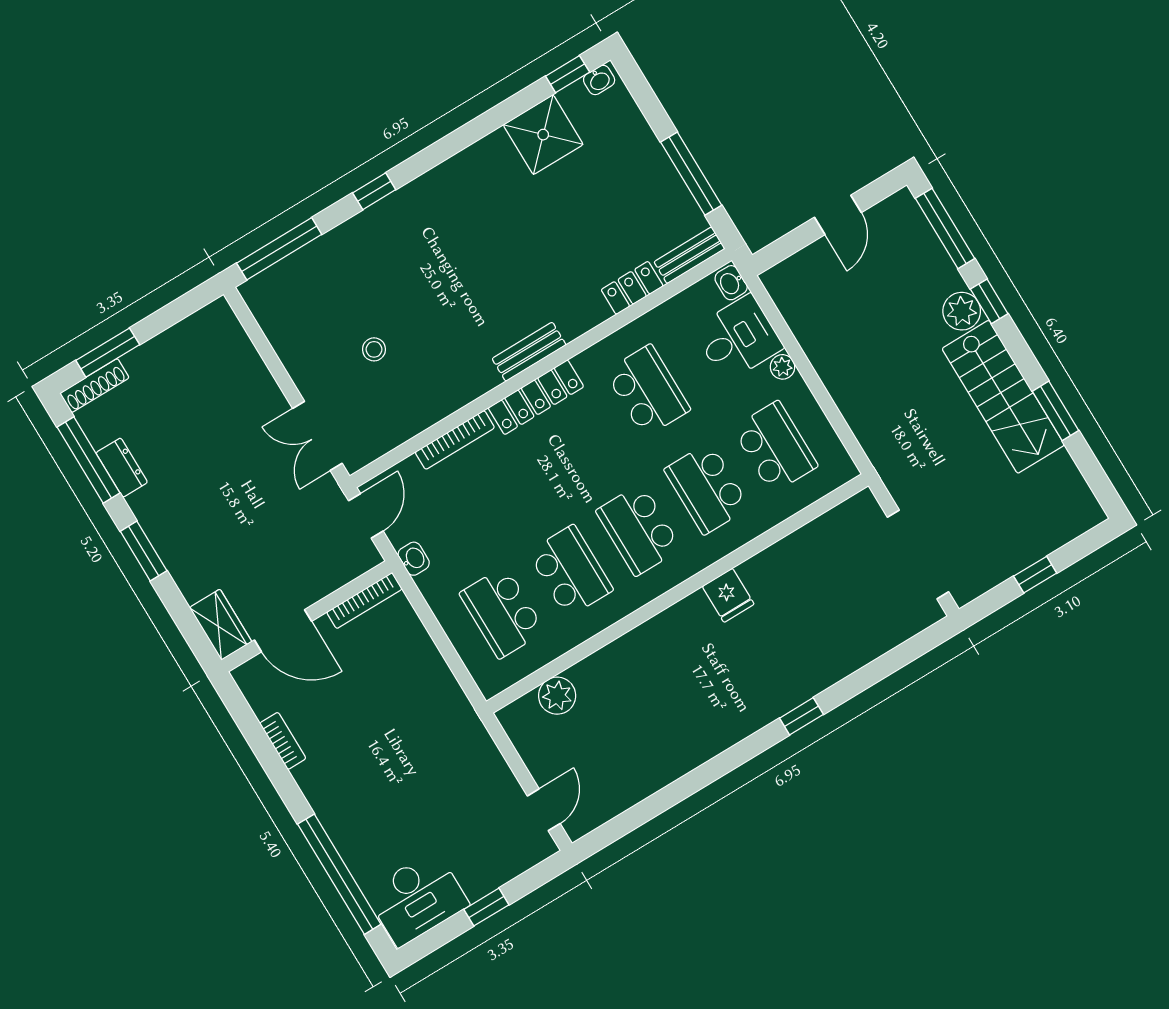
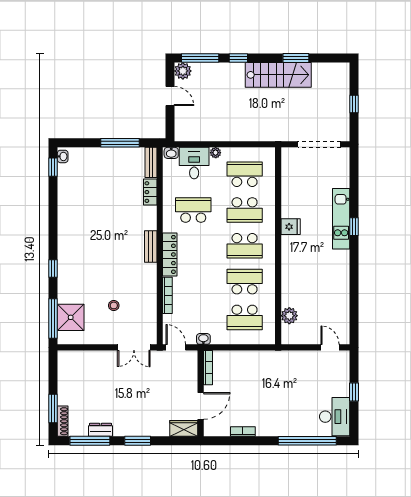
shower: (543, 135) -> (71, 317), moved
plant: (962, 311) -> (183, 71), moved
kitchen unit: (801, 682) -> (341, 219), added

